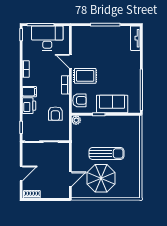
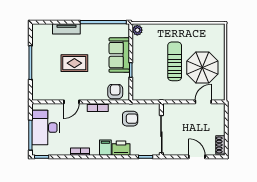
tv unit: (135, 38) -> (66, 29), moved
rug: (85, 76) -> (74, 63), moved, turned 90
plant: (76, 120) -> (137, 30), moved
door: (70, 179) -> (203, 102), hinge flipped

